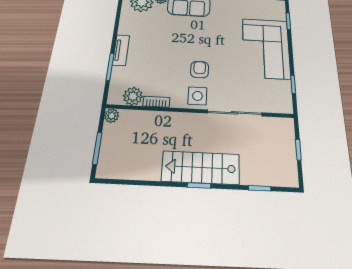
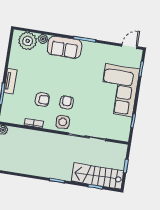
armchair: (166, 69) -> (42, 100), added
plant: (133, 96) -> (18, 118), removed
stairs: (201, 168) -> (97, 176), moved

